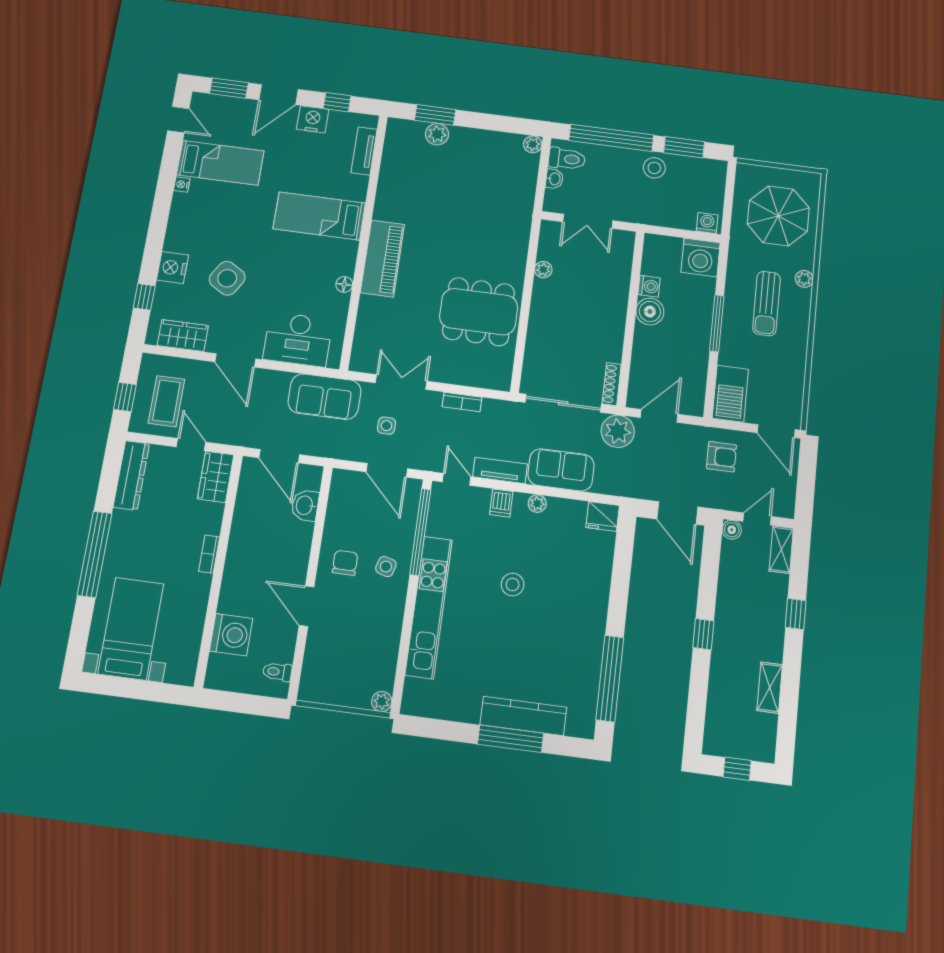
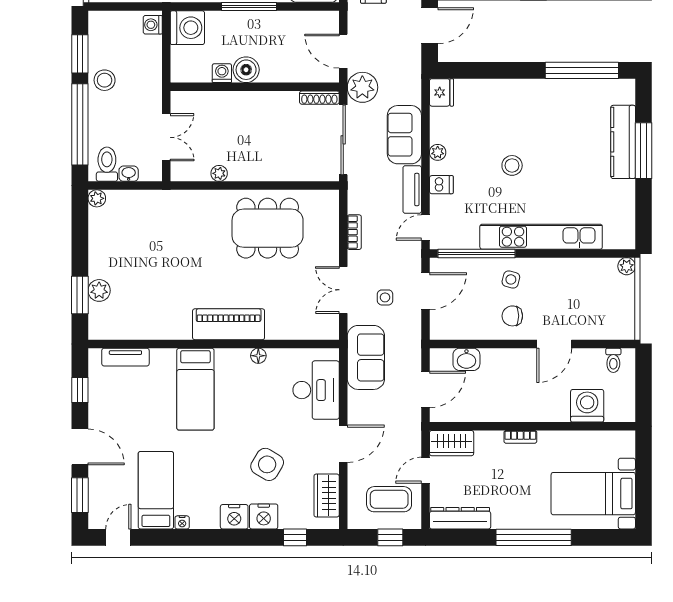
nightstand: (313, 119) -> (234, 517), moved, turned -90
dining table: (479, 312) -> (268, 228), turned 90

